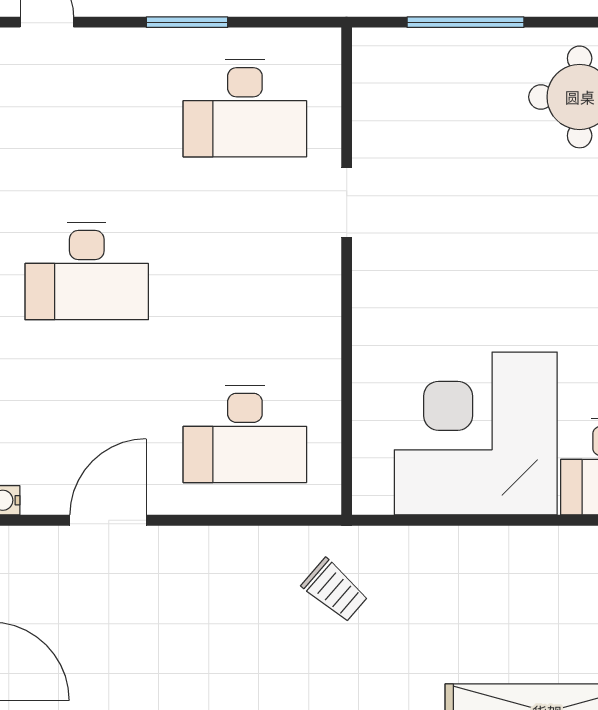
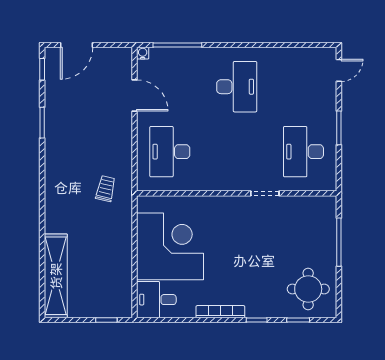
desk: (87, 271) -> (237, 87), turned 180
trolley: (335, 590) -> (106, 189), turned 152

